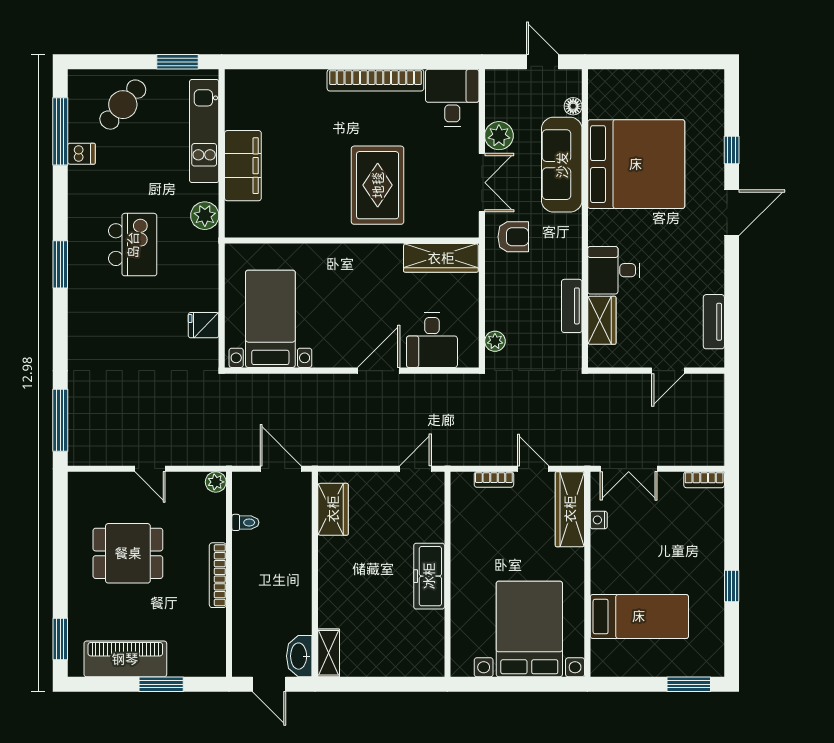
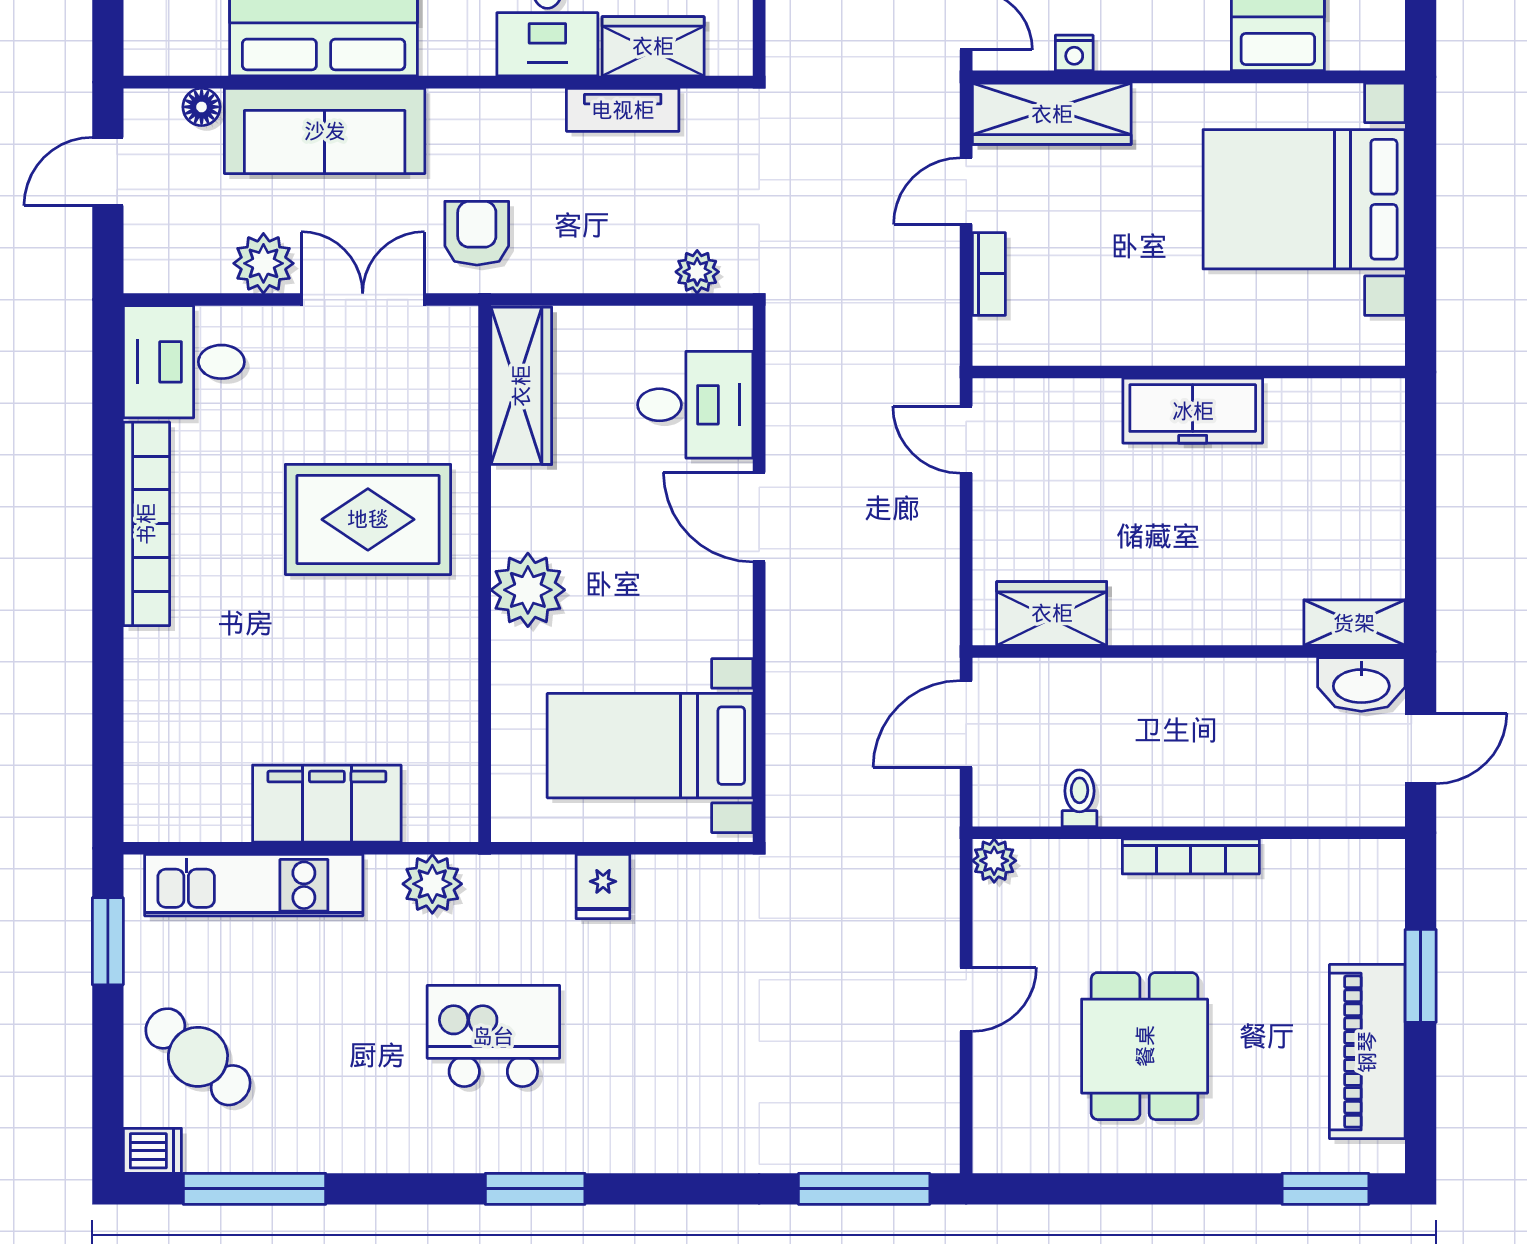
dishwasher: (81, 154) -> (152, 1151), moved, turned 90
plant: (344, 261) -> (528, 590), added
fridge: (204, 325) -> (603, 887), moved

